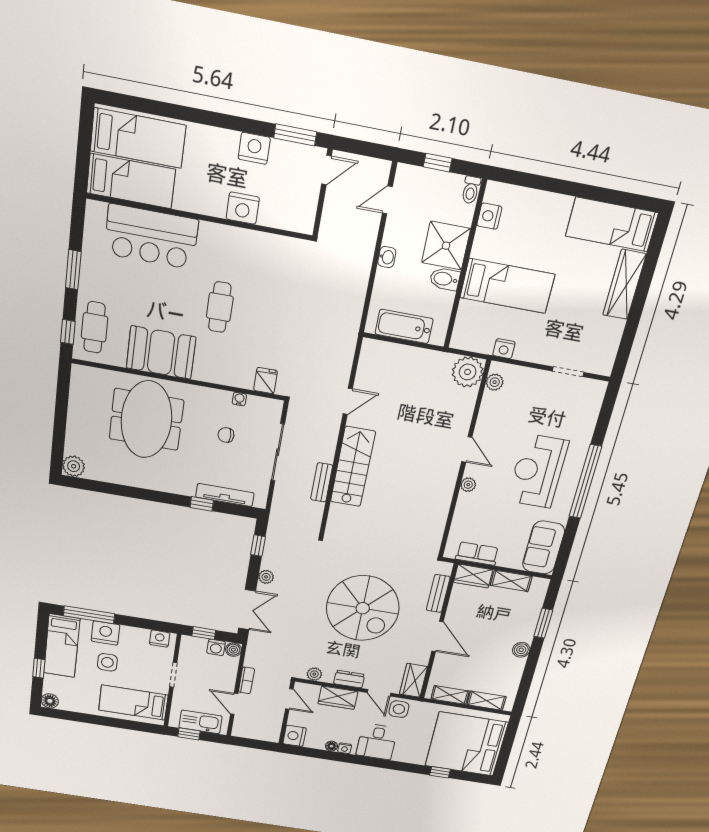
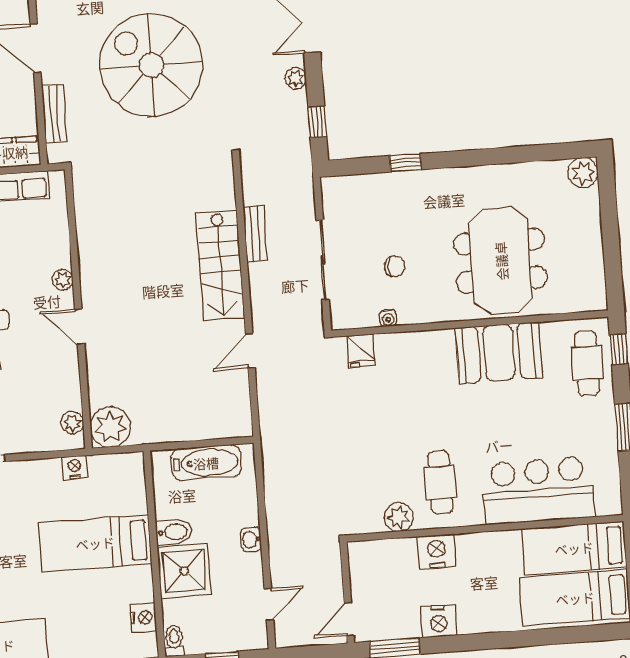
plant: (267, 245) -> (399, 517), added
cafe table: (220, 307) -> (440, 482), moved
tv unit: (225, 495) -> (378, 183), removed

